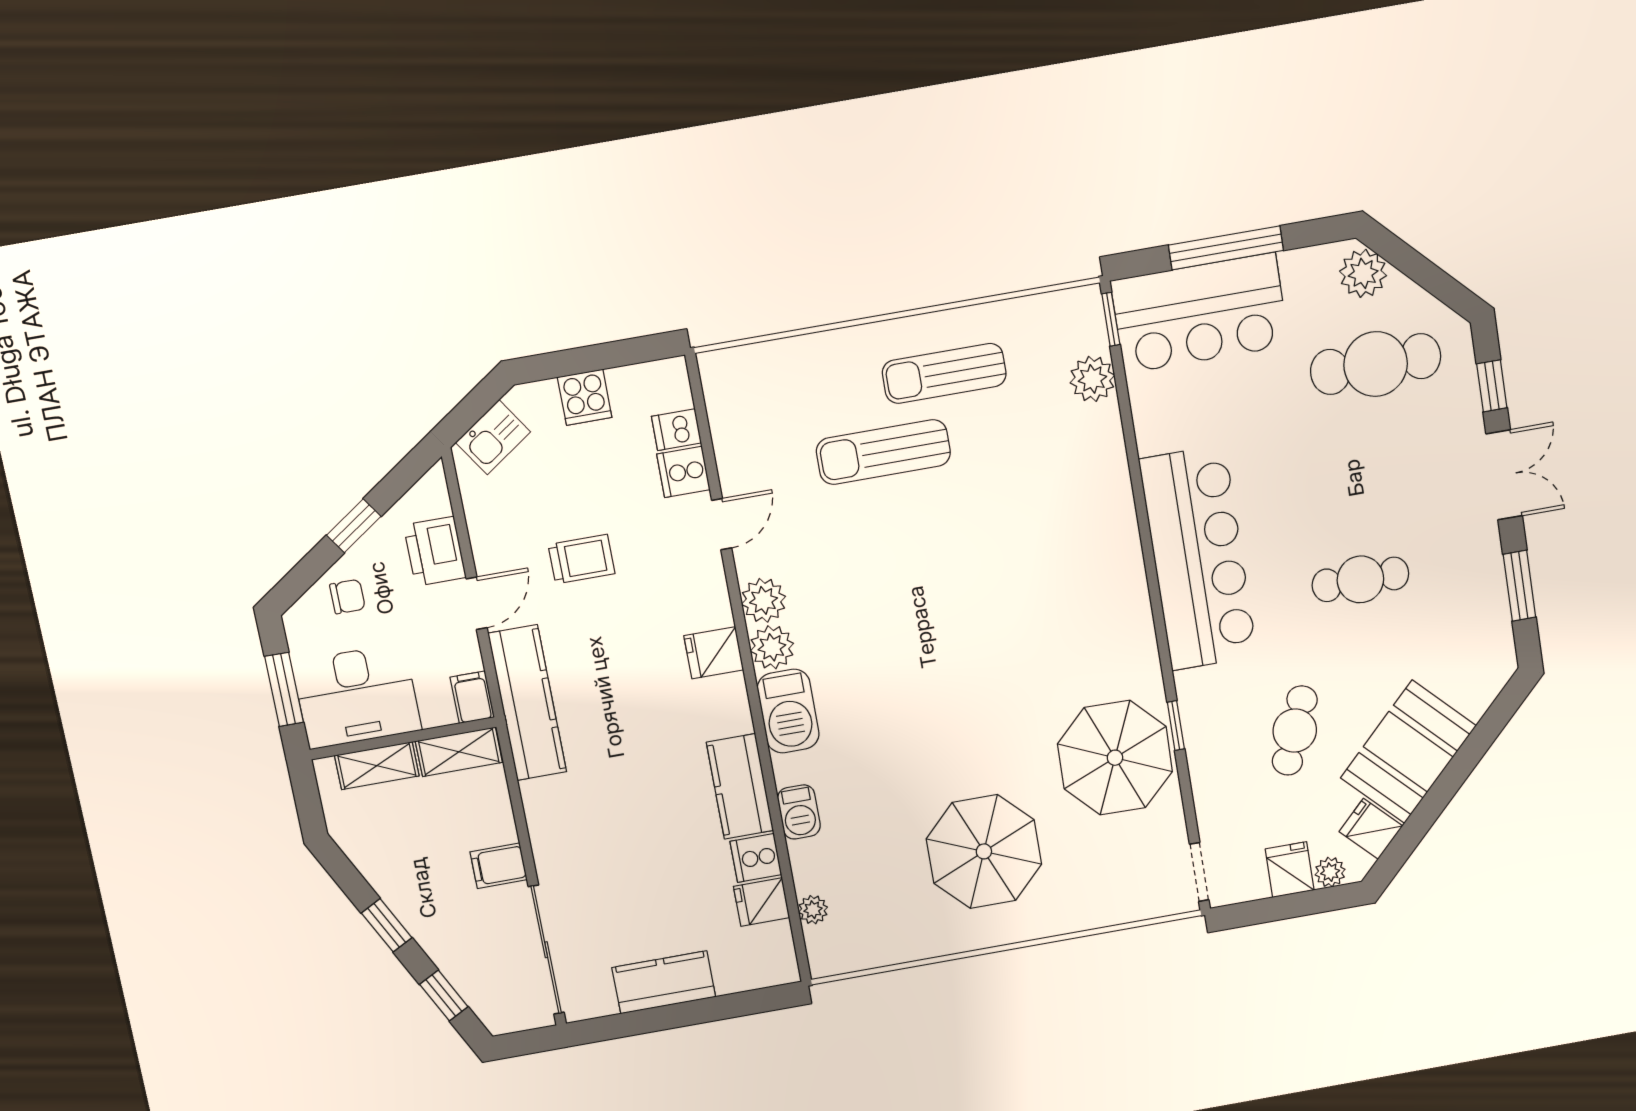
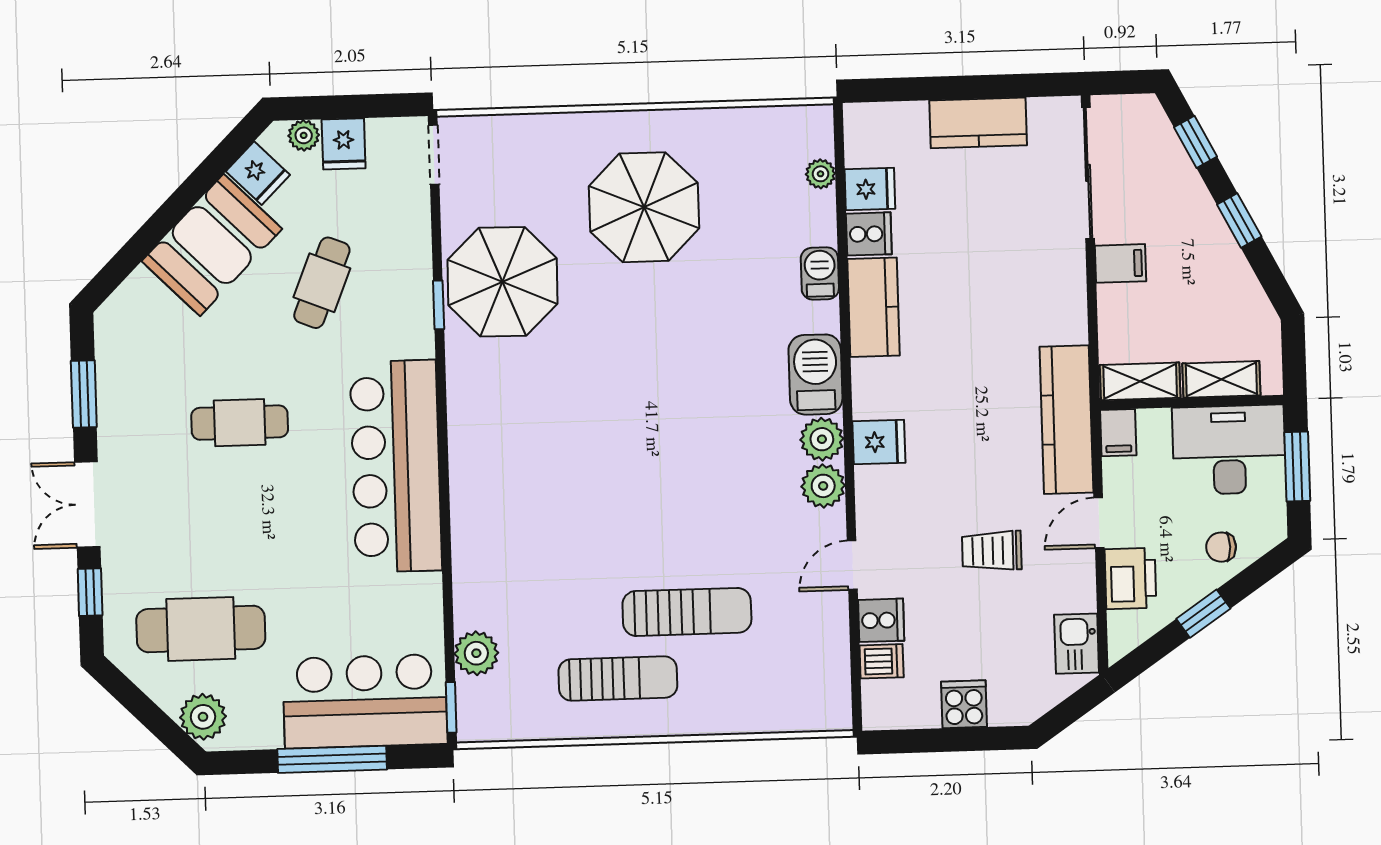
kitchen sink: (493, 437) -> (1077, 644), moved, turned -56

